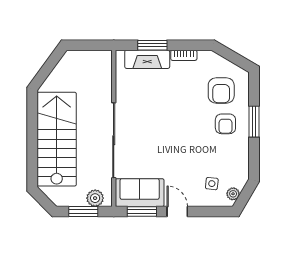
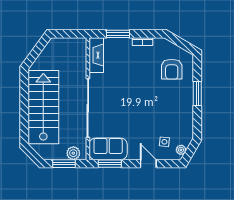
fireplace: (147, 59) -> (96, 55), moved, turned -90
armchair: (225, 124) -> (175, 95), removed
door: (177, 212) -> (148, 164), moved

